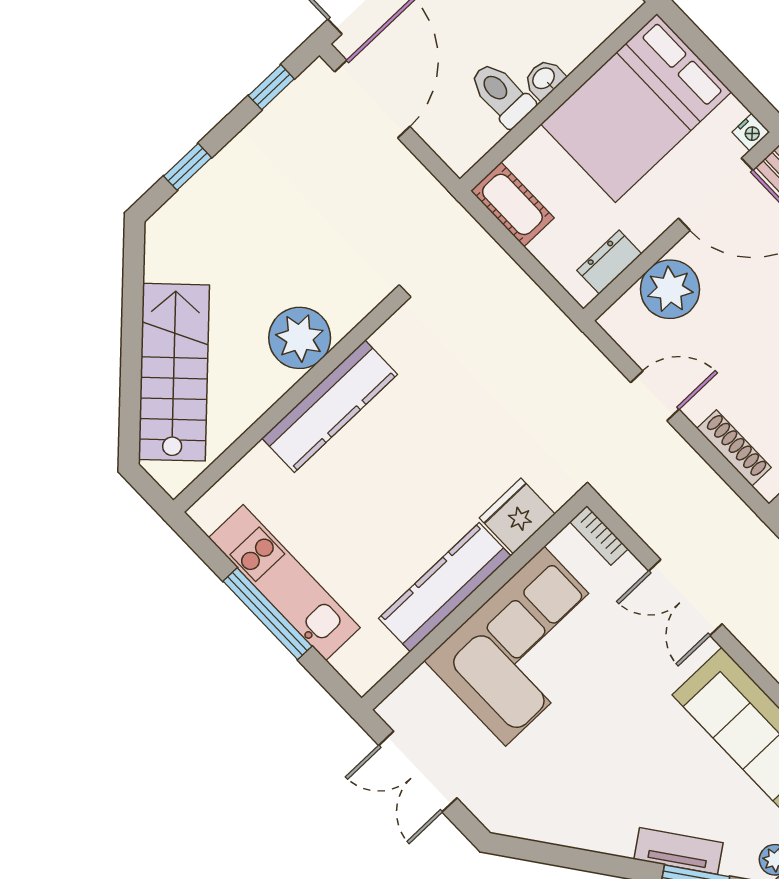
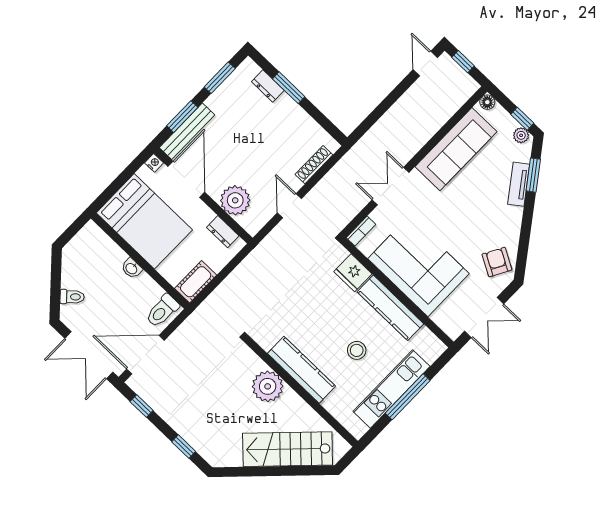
toilet: (502, 94) -> (162, 311), moved
stool: (363, 517) -> (357, 350), added
double door: (685, 597) -> (391, 186), swing flipped
armchair: (526, 802) -> (497, 262), added

